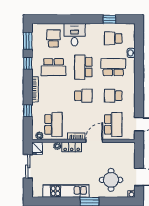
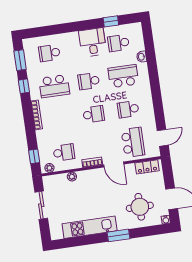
desk: (74, 35) -> (93, 42), moved
school desk: (53, 38) -> (49, 53), turned -90
school desk: (83, 67) -> (89, 81), width x0.54
window: (28, 111) -> (34, 156), moved
school desk: (53, 124) -> (64, 152), width x0.54
door: (94, 141) -> (114, 164), swing flipped
locker: (72, 147) -> (147, 167), moved
fridge: (37, 148) -> (49, 183), removed

